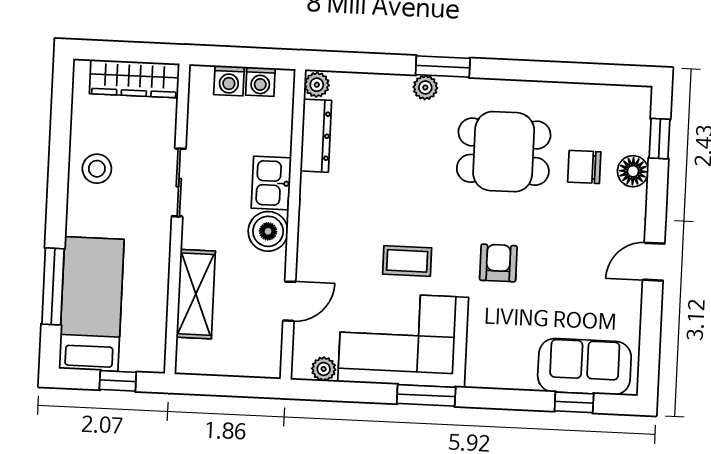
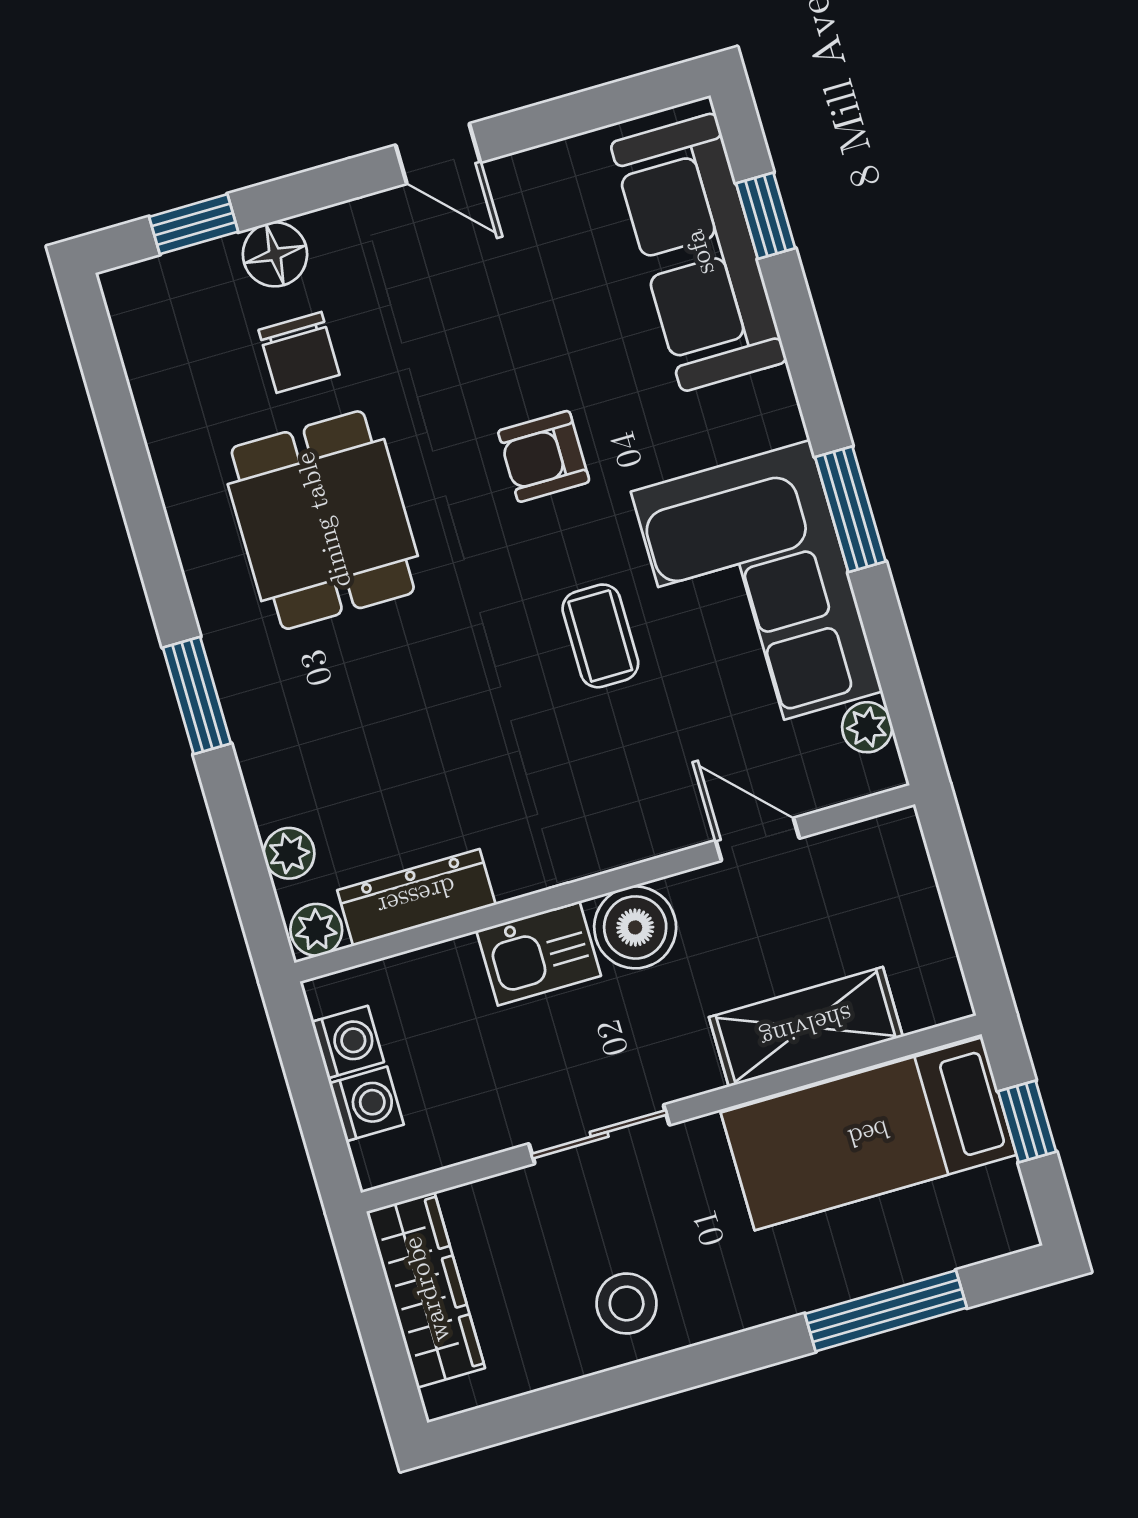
plant: (425, 87) -> (289, 853), moved
bed: (91, 304) -> (869, 1134), moved
sofa: (584, 367) -> (699, 252), width x1.36

